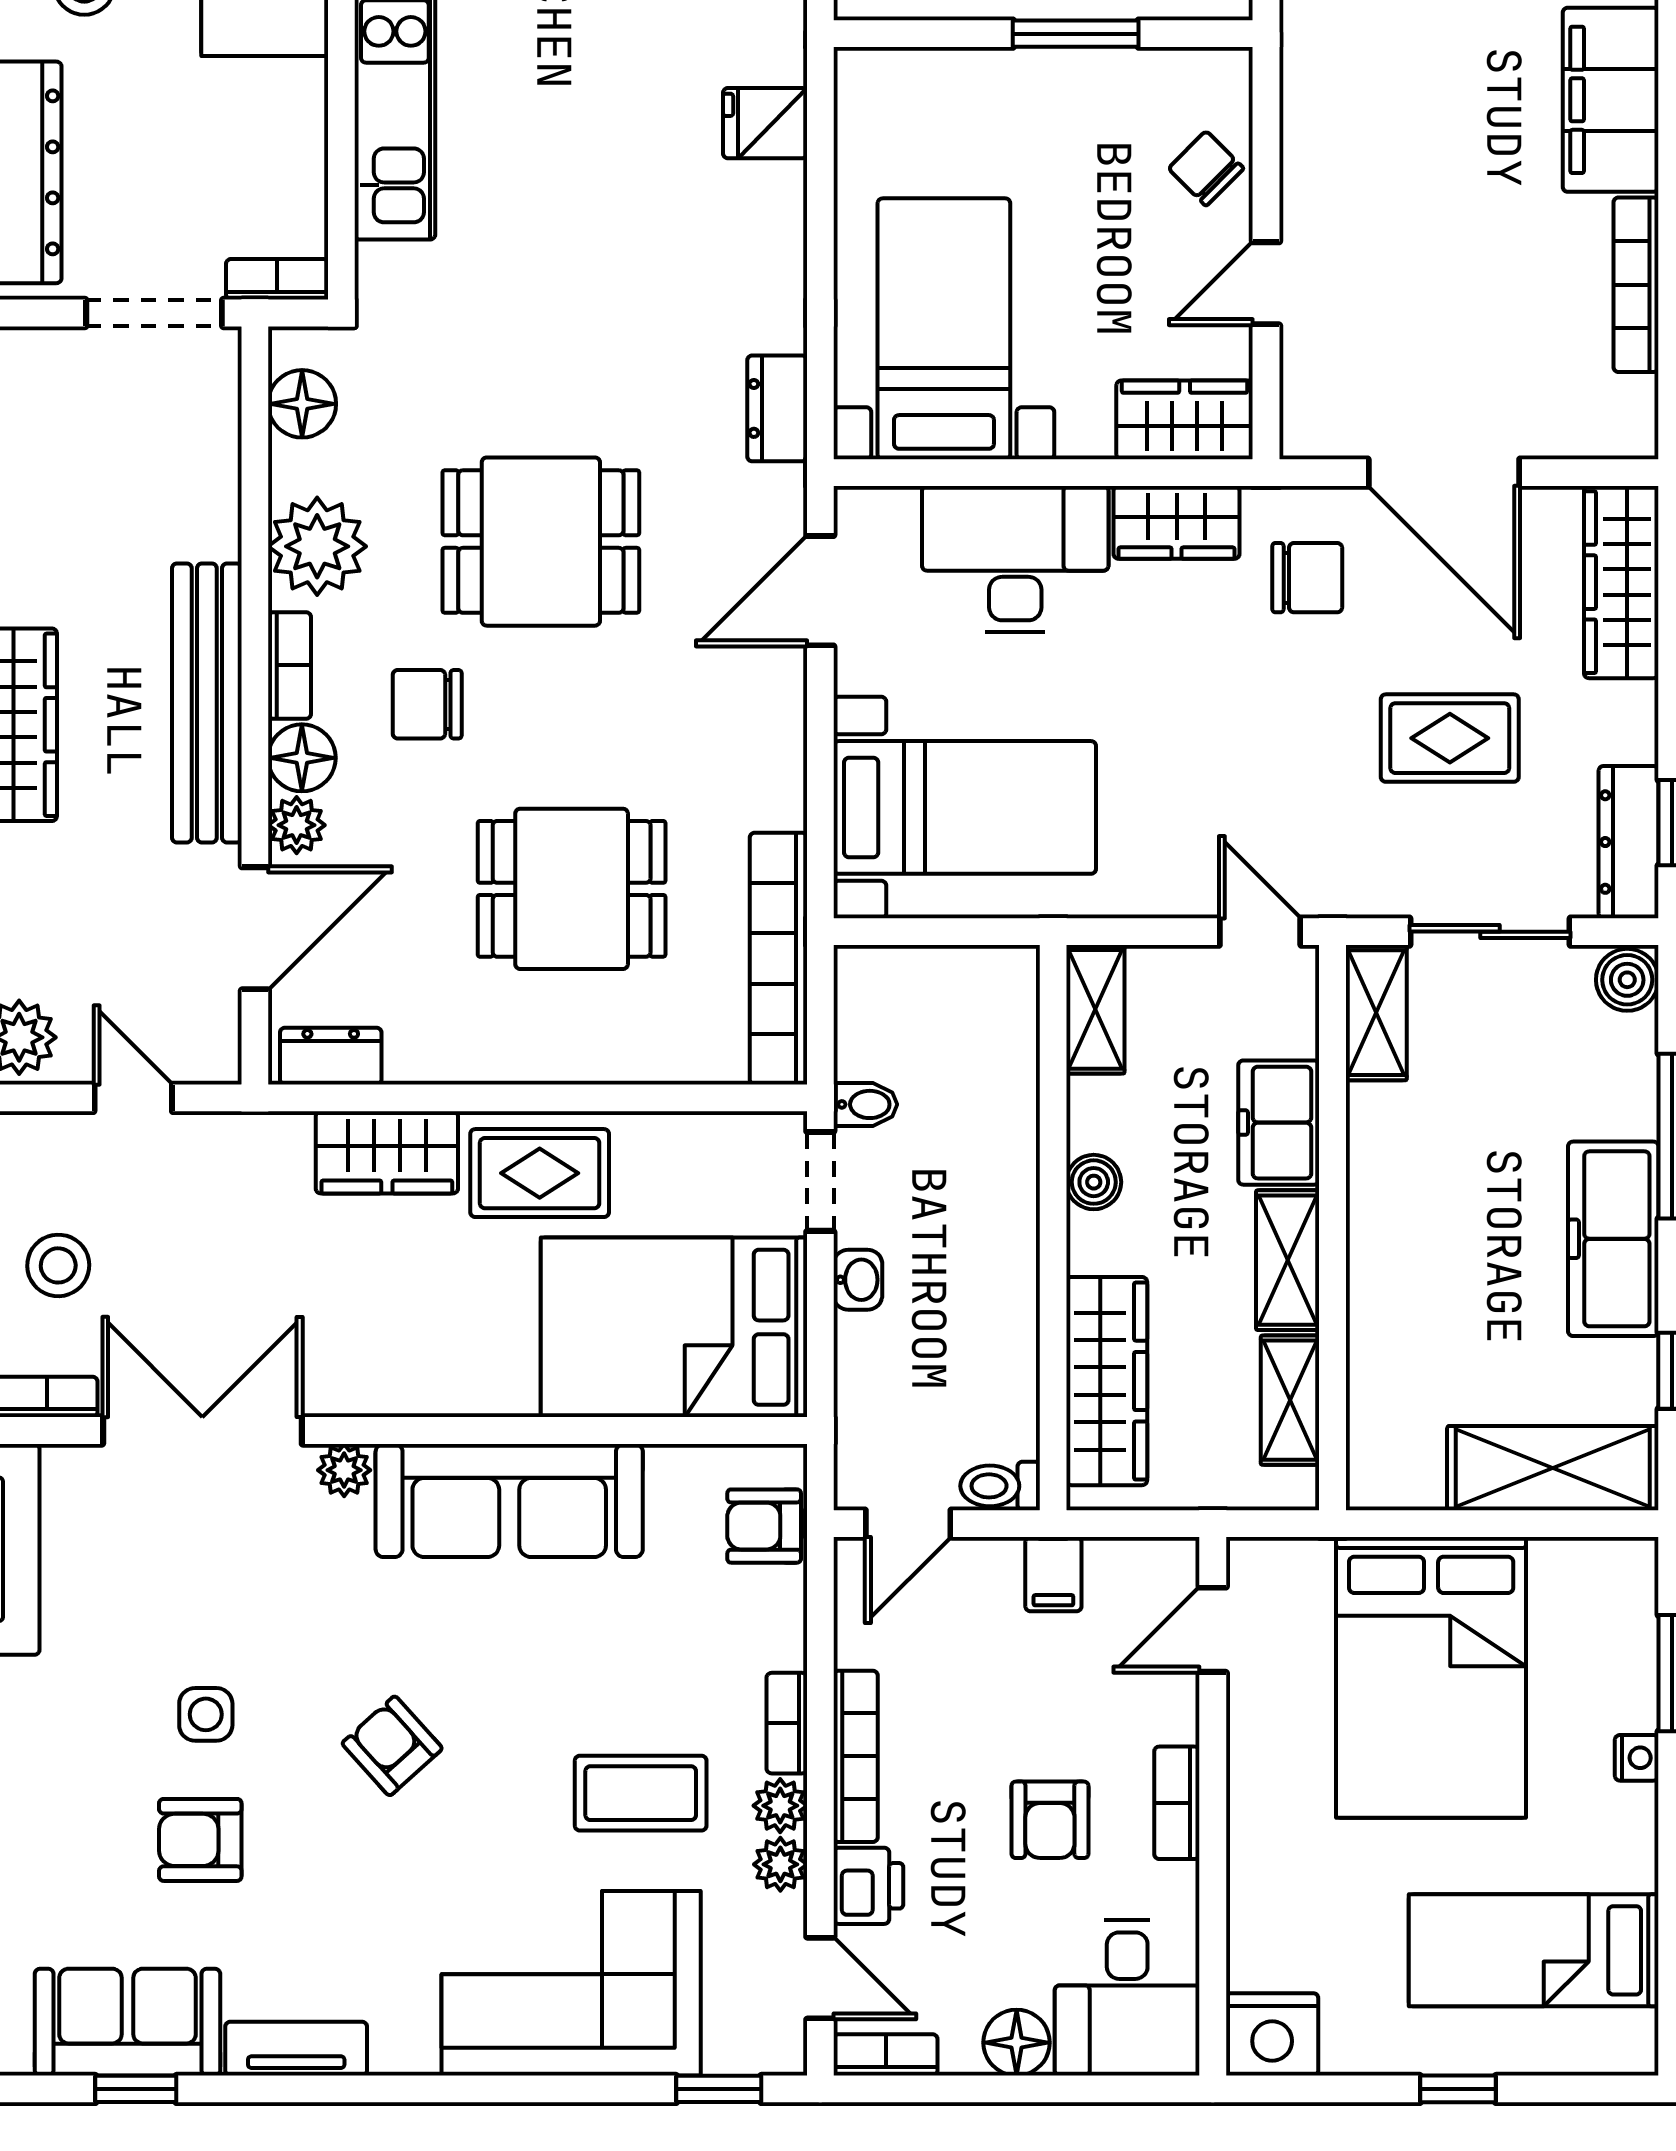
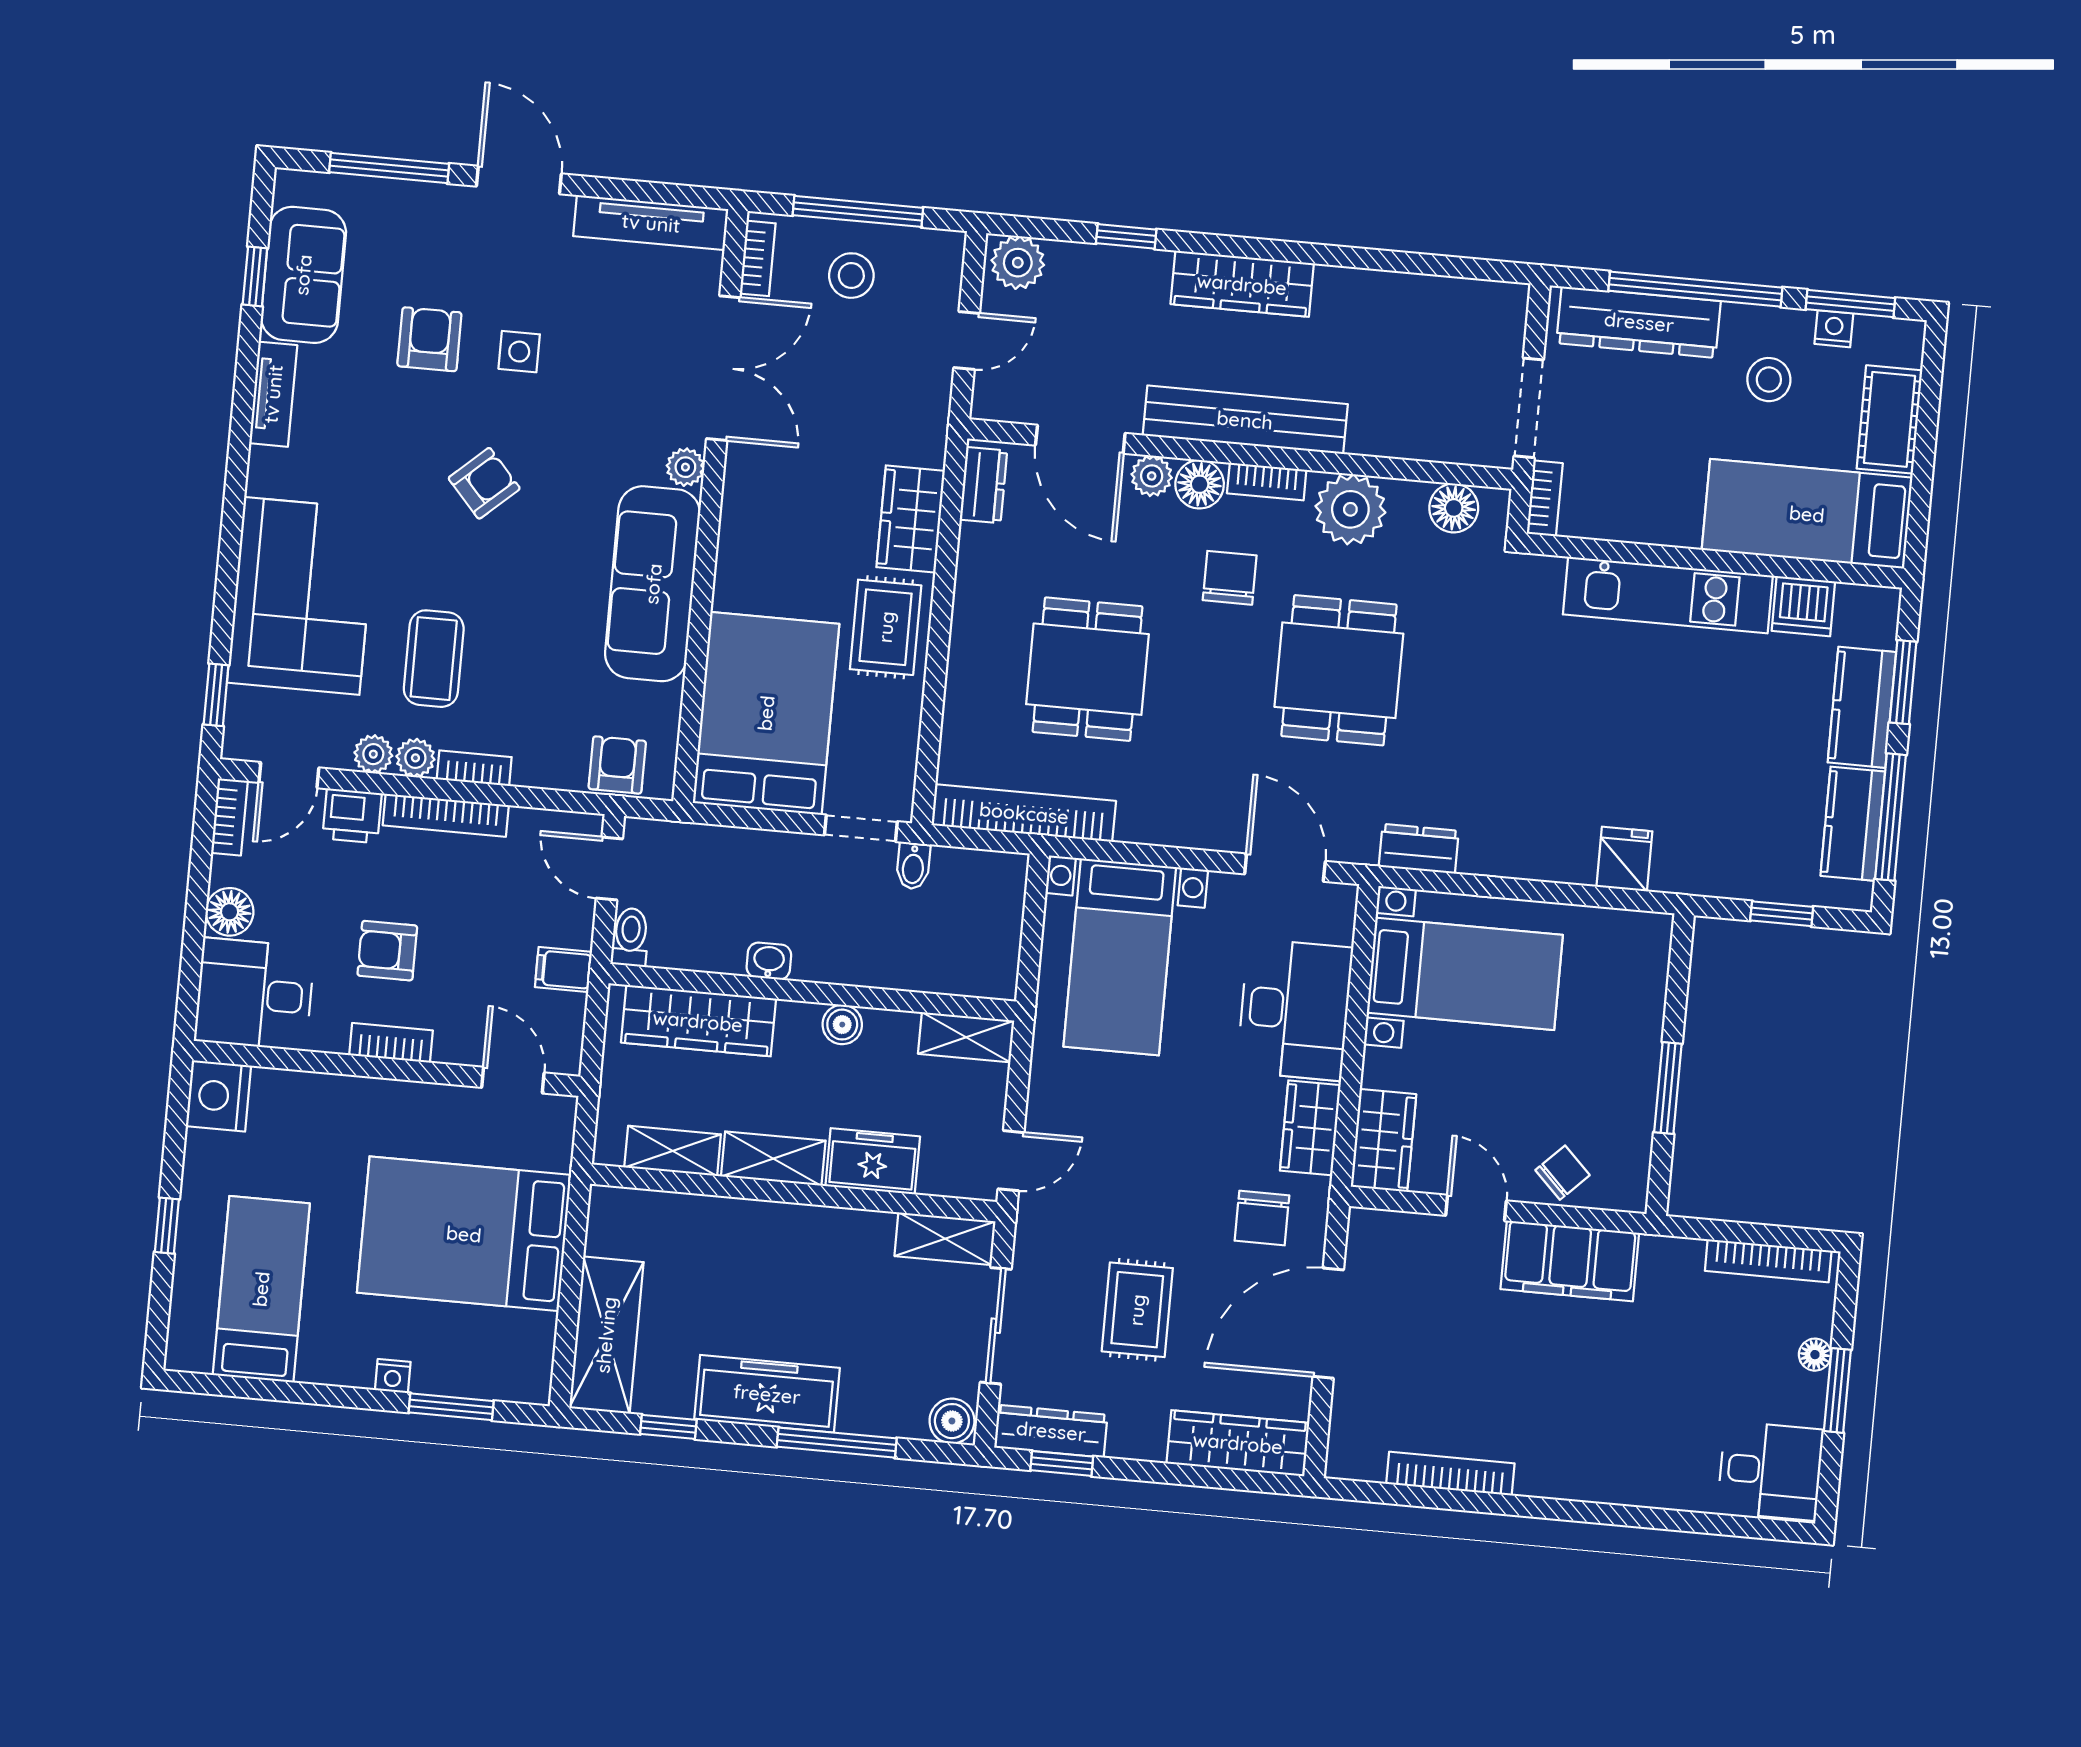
filing cabinet: (1611, 100) -> (1570, 1261), moved, turned 180
washbasin: (858, 1280) -> (769, 961), moved, turned 180

